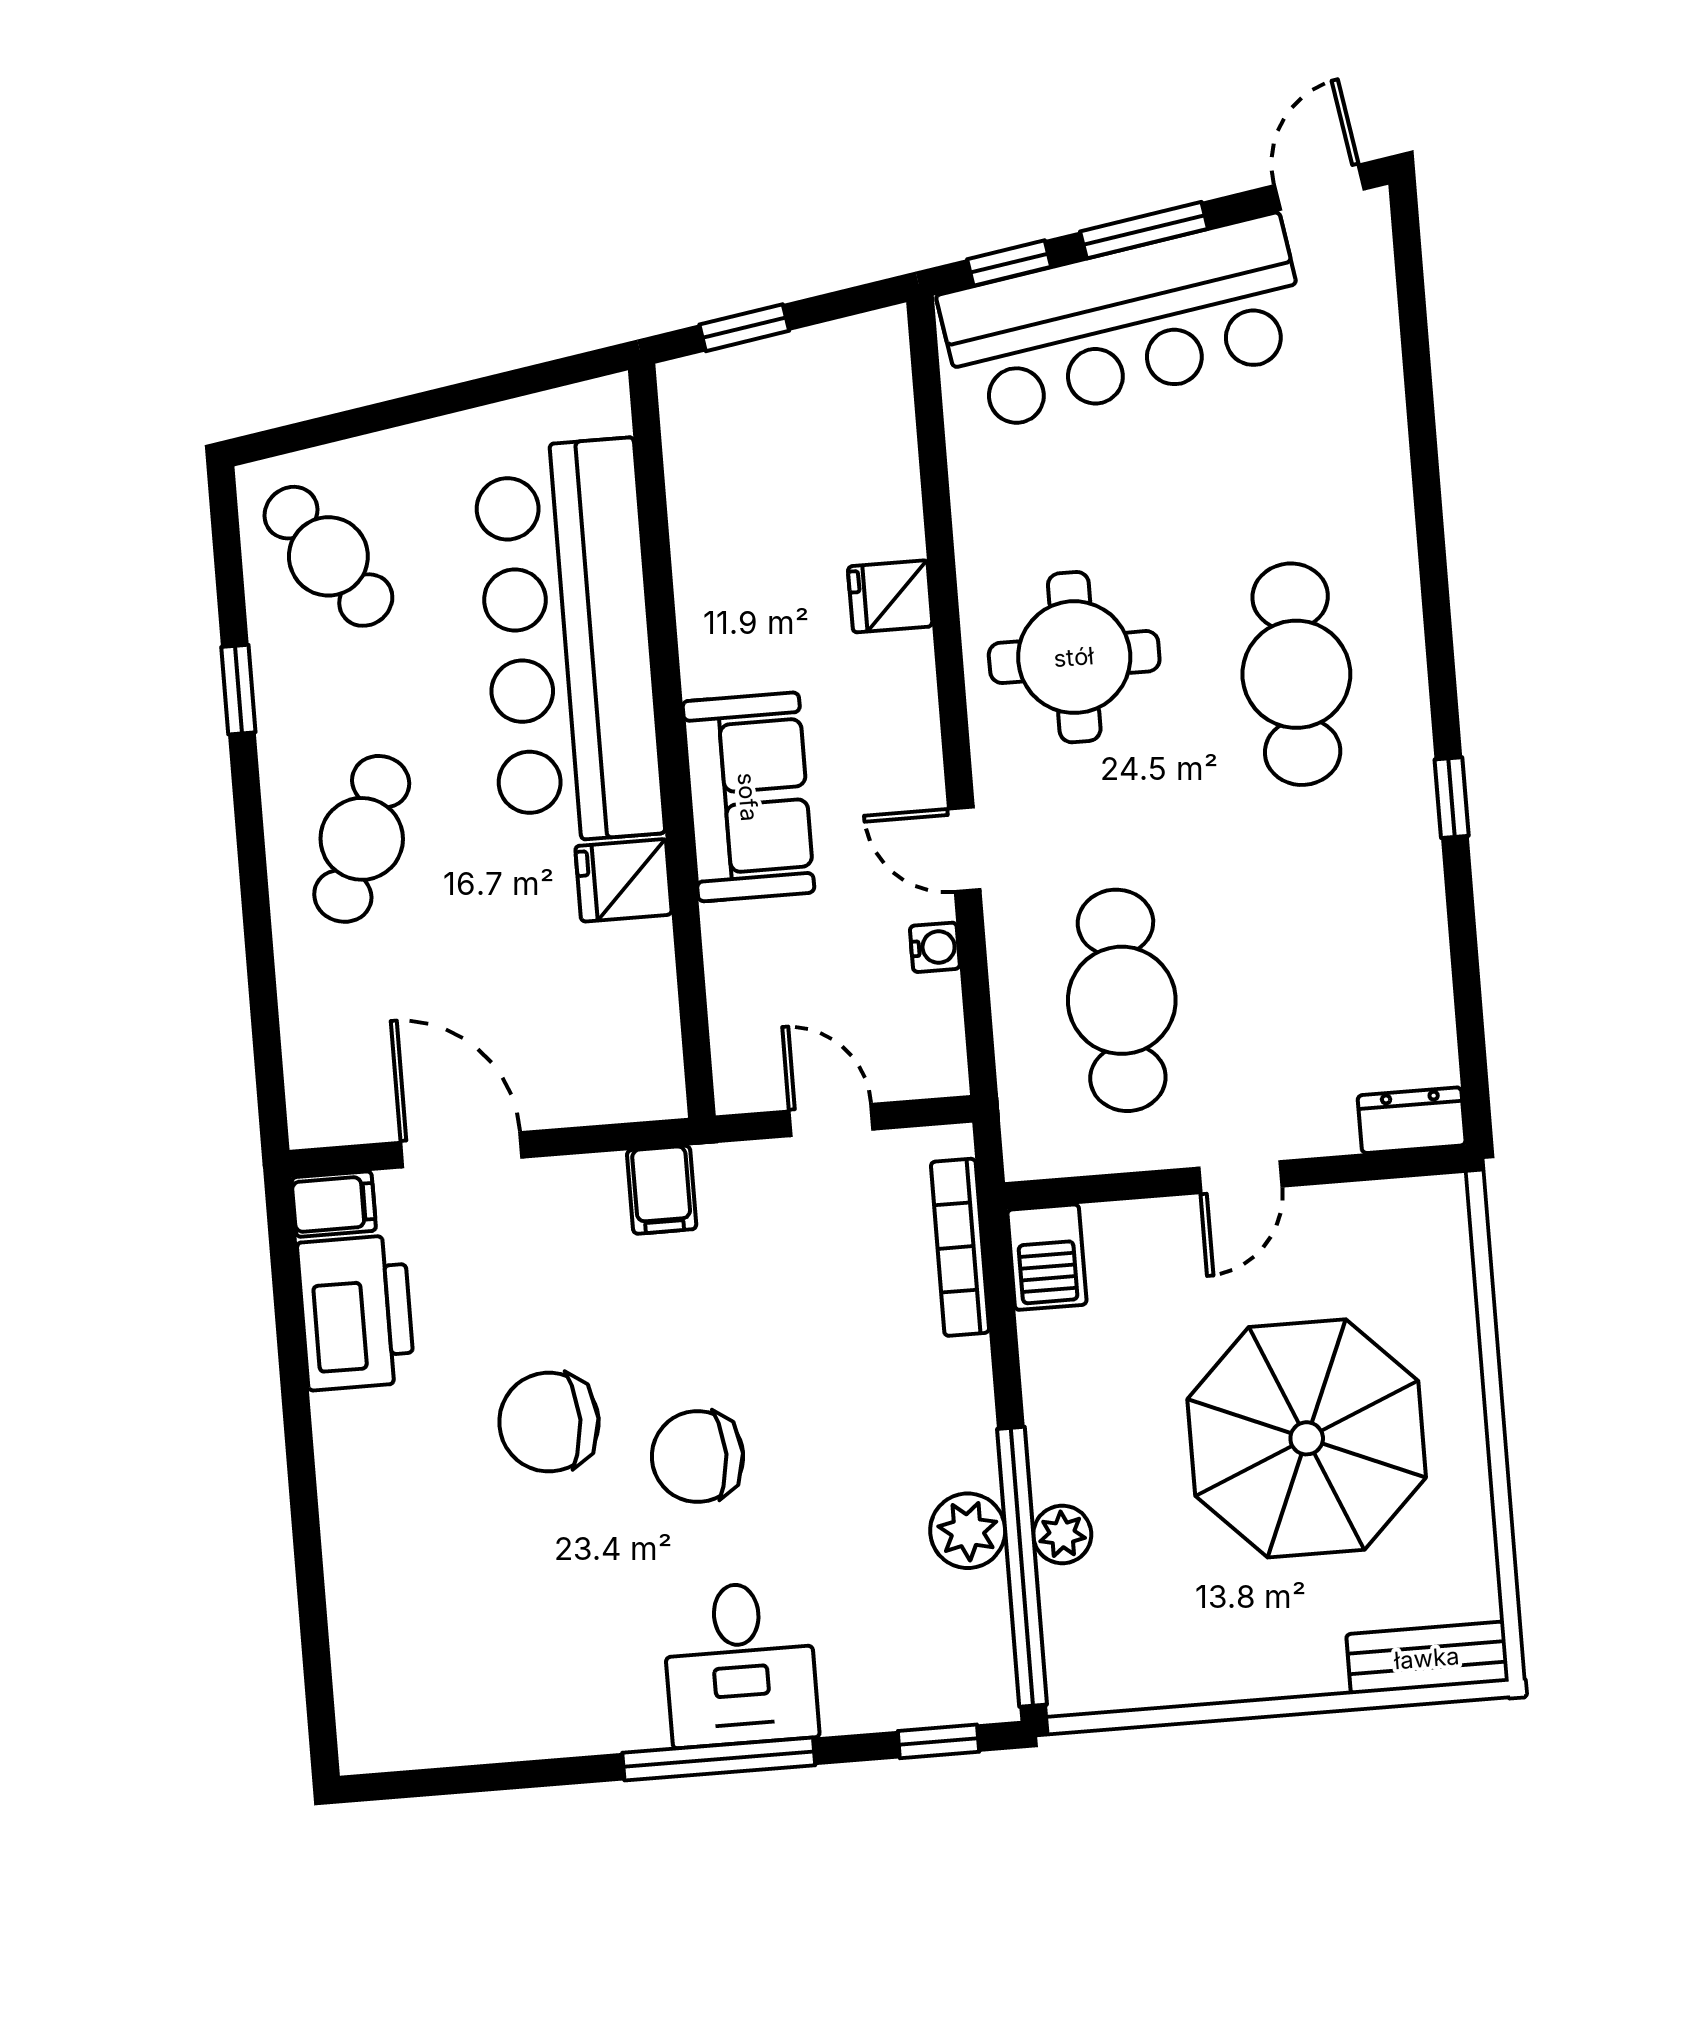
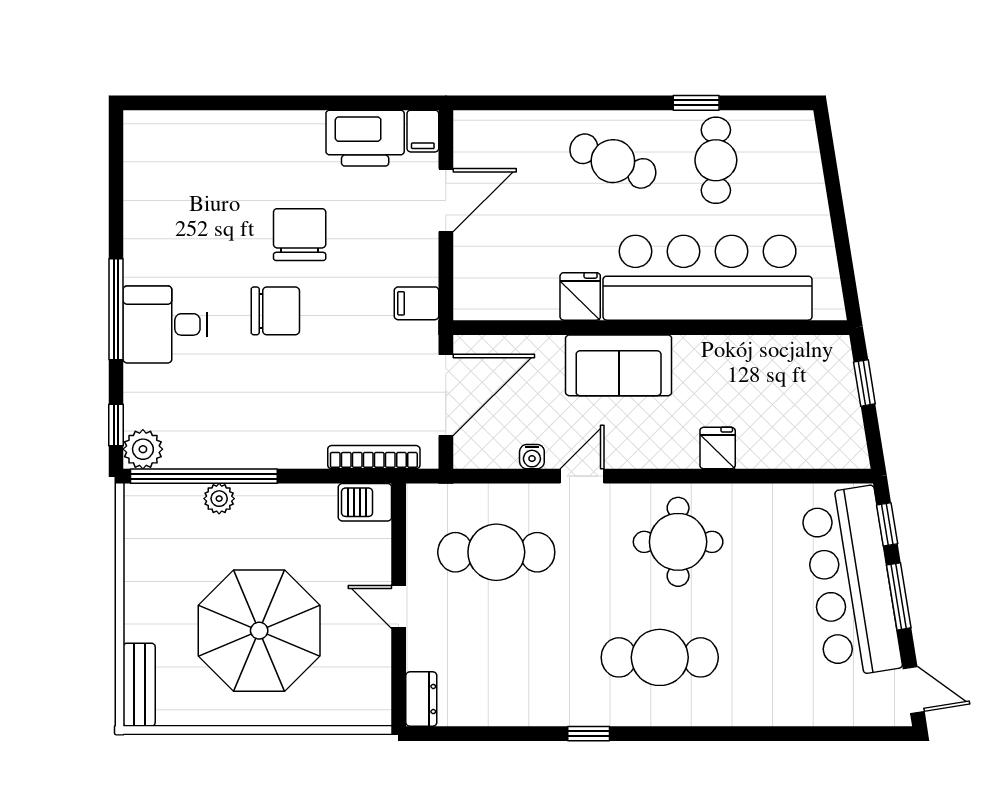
cafe table: (328, 556) -> (716, 160), moved, turned -54
door: (831, 1120) -> (446, 395), width x1.87
chair: (697, 1456) -> (275, 311), turned 90
plant: (968, 1531) -> (143, 449), moved

